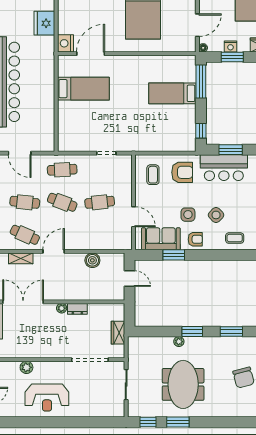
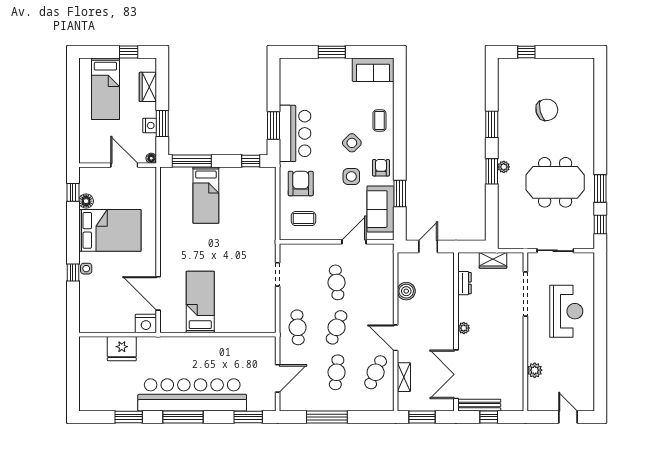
dresser: (77, 309) -> (464, 283), moved
plant: (179, 342) -> (504, 167), moved
reception desk: (47, 398) -> (566, 311), moved

